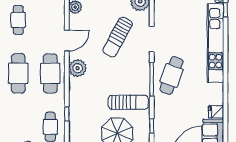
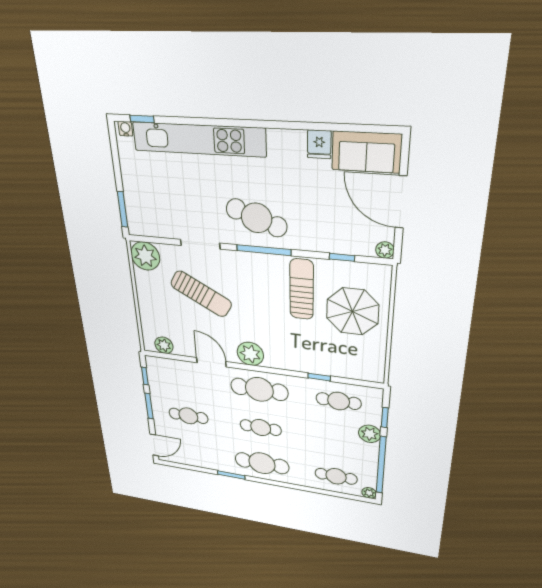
cafe table: (18, 73) -> (261, 428), width x0.73, depth x0.74

